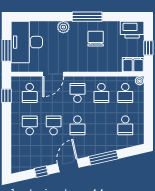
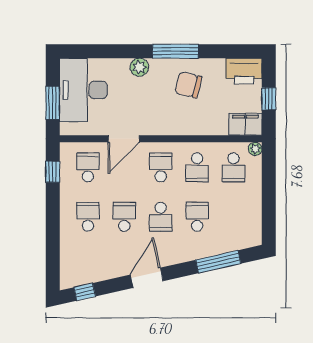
chair: (96, 39) -> (188, 85), turned -76
school desk: (30, 93) -> (88, 167), turned 180
school desk: (125, 125) -> (197, 217), moved, turned 180
window: (104, 158) -> (218, 262), moved
window: (41, 172) -> (85, 292), moved

